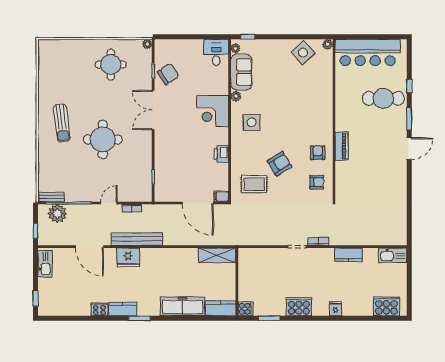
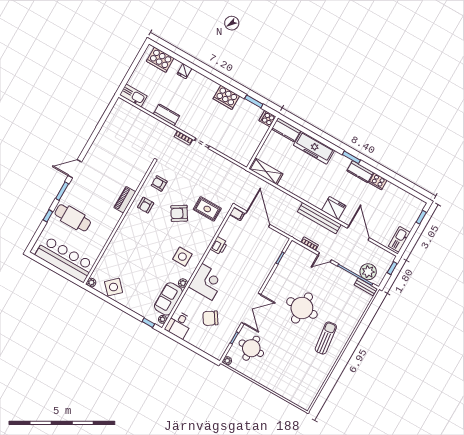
round table: (111, 65) -> (251, 348), moved
chair: (168, 74) -> (210, 318), moved
fridge: (335, 309) -> (184, 71), moved

